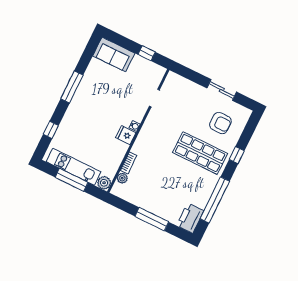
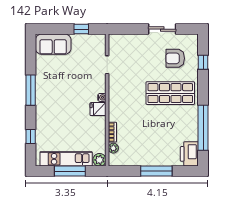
armchair: (220, 123) -> (175, 58), turned 180
window: (237, 155) -> (203, 62), moved

